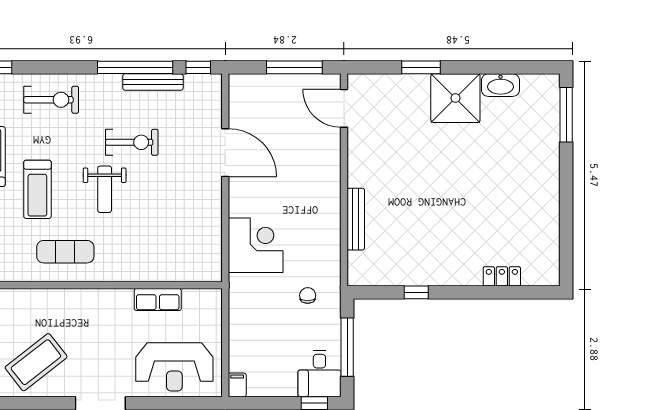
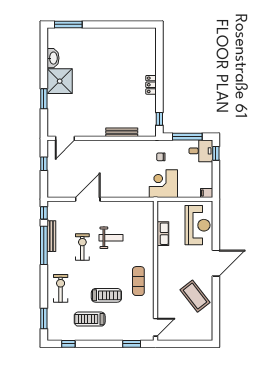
window: (294, 67) -> (44, 164), width x0.46
weight bench: (105, 189) -> (111, 238), moved
corner desk: (256, 245) -> (163, 184), moved
locker: (502, 276) -> (151, 85), moved
window: (416, 292) -> (159, 119), moved

